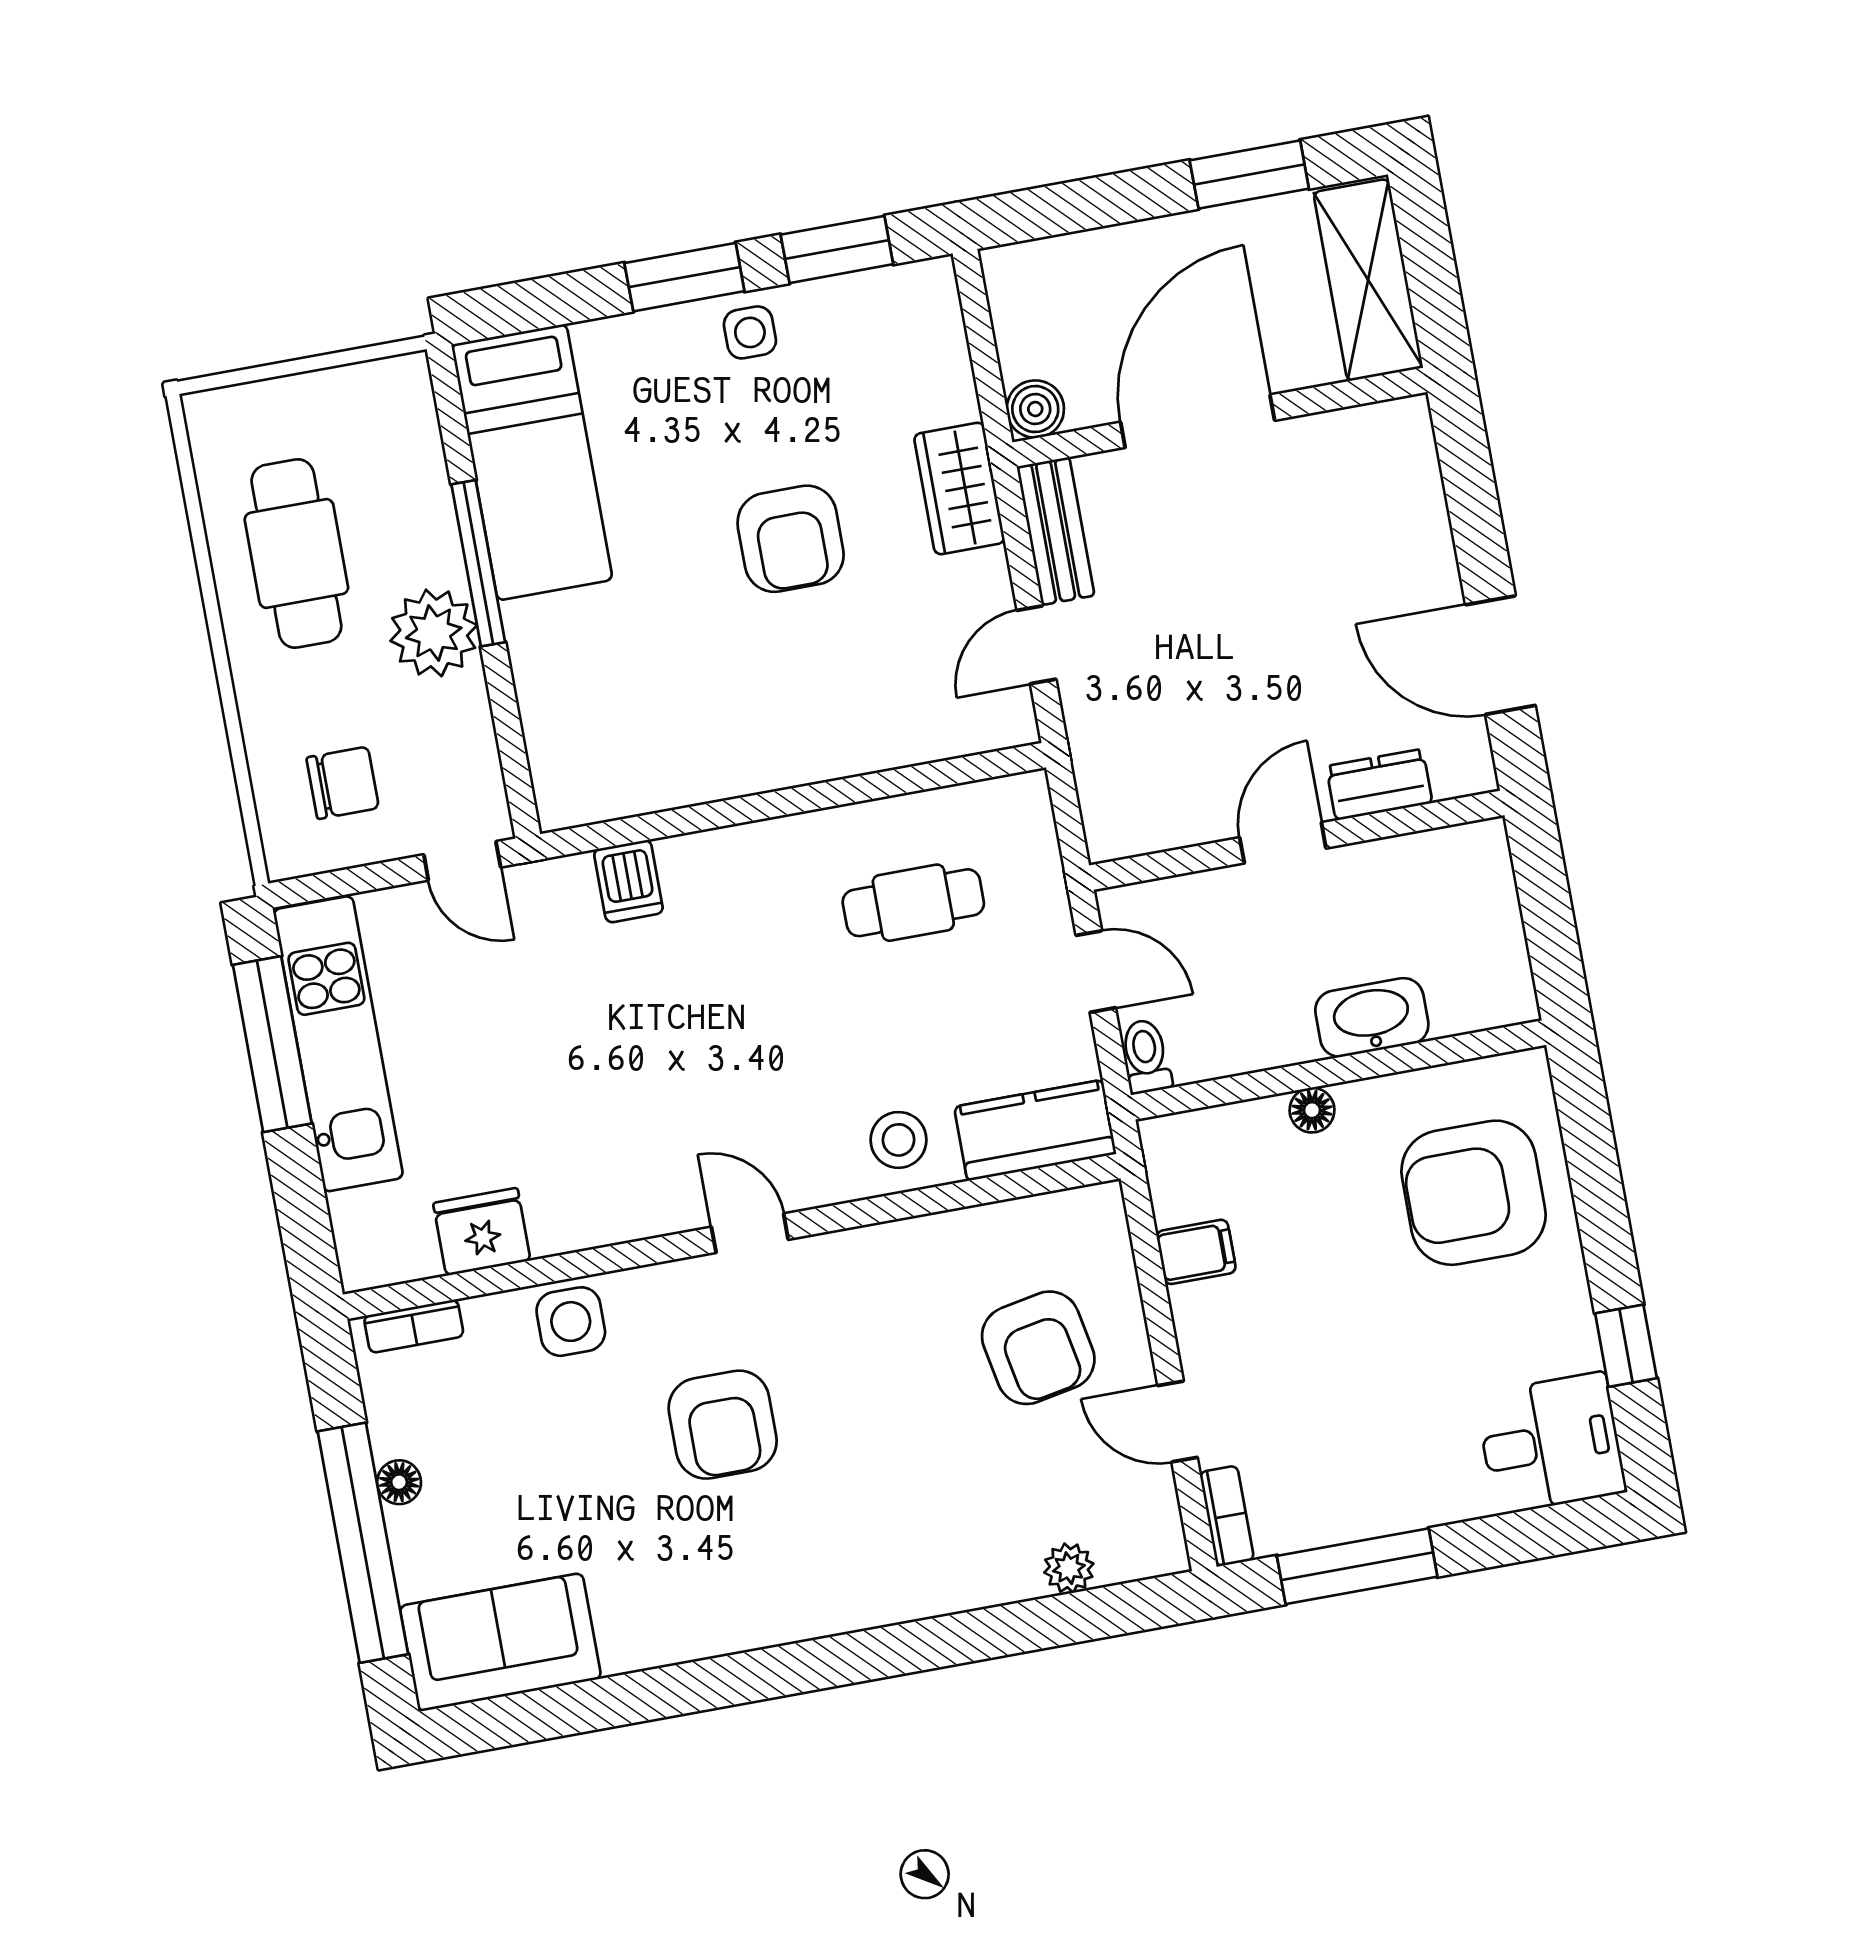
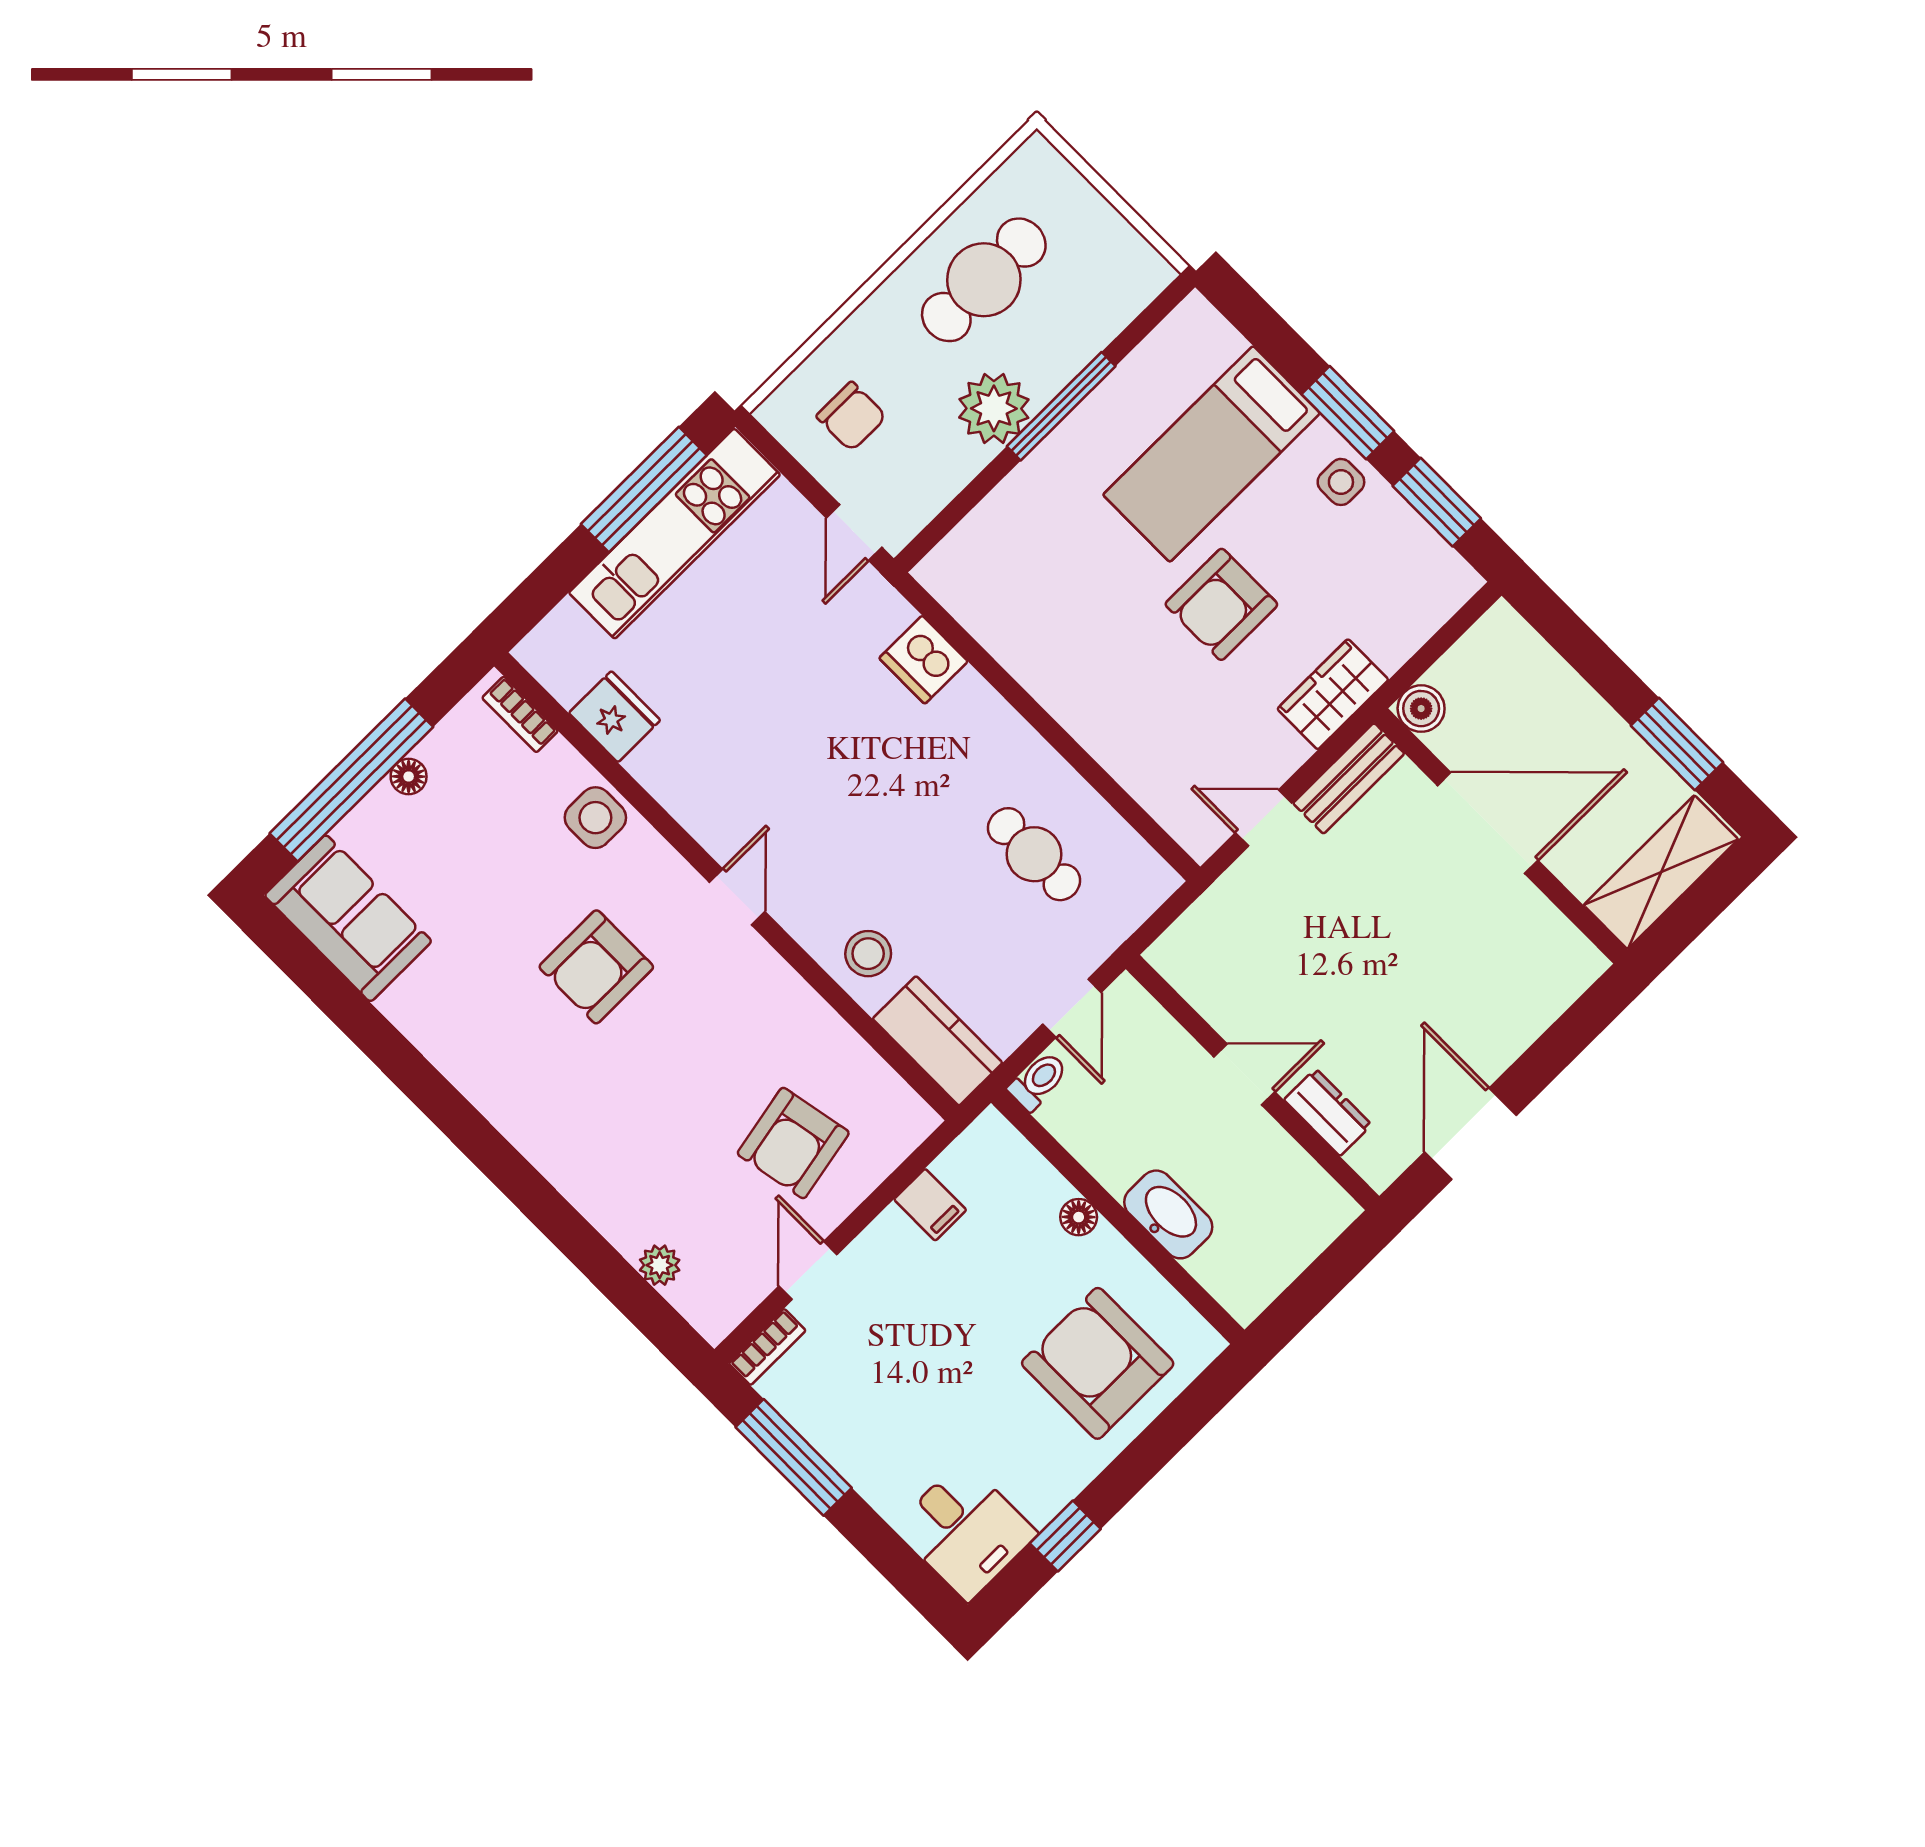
bed: (532, 462) -> (1211, 454), moved
dishwasher: (628, 881) -> (923, 660), width x1.38

